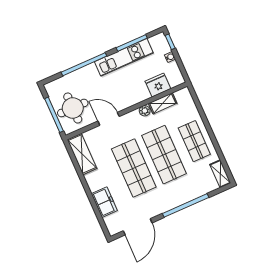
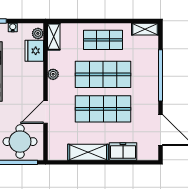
plant: (175, 81) -> (38, 33), added
shelving: (163, 103) -> (54, 37), moved
shelving: (82, 154) -> (88, 152), moved

